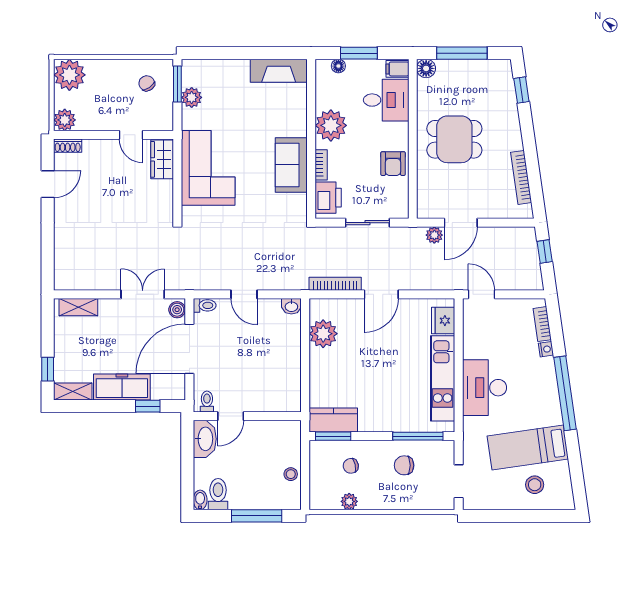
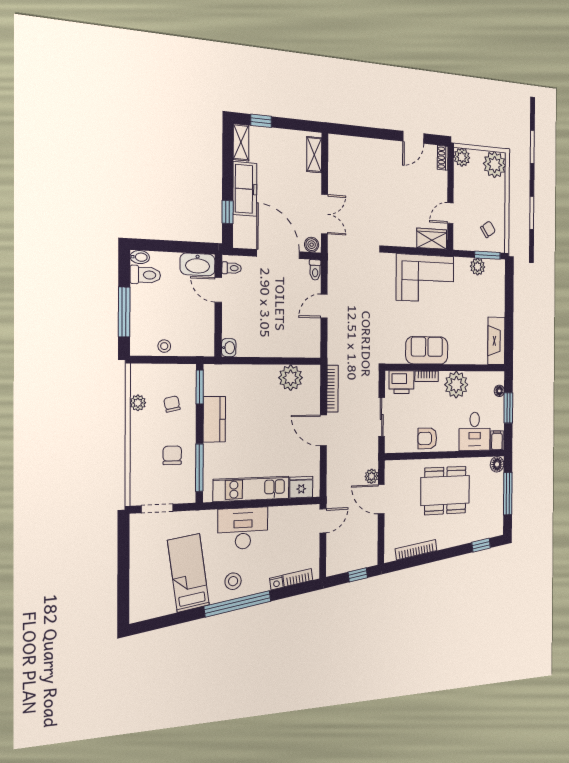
dining table: (454, 139) -> (445, 490), width x1.38
door: (48, 184) -> (413, 137), hinge flipped
washbasin: (291, 306) -> (229, 348), moved, turned 180
kitchen counter: (333, 420) -> (214, 419), moved
stool: (535, 485) -> (233, 581), moved

